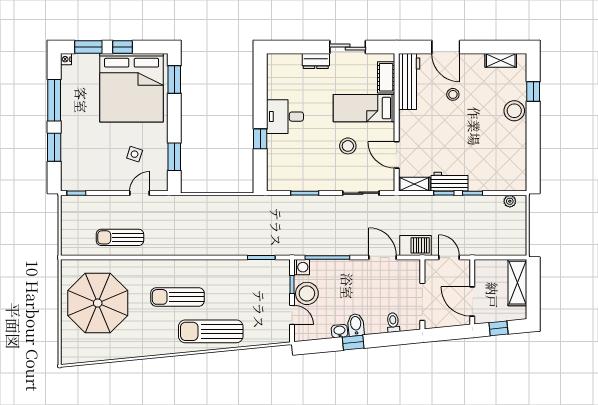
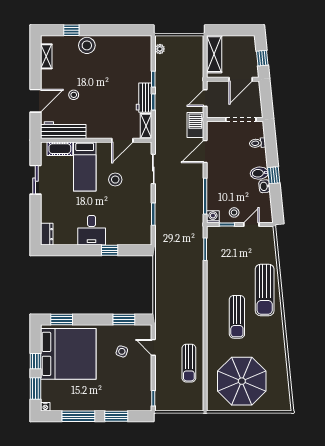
dresser: (316, 61) -> (47, 234), moved
shelving: (517, 283) -> (214, 54), moved, turned 90
stool: (307, 293) -> (234, 212), width x0.53, depth x0.53

